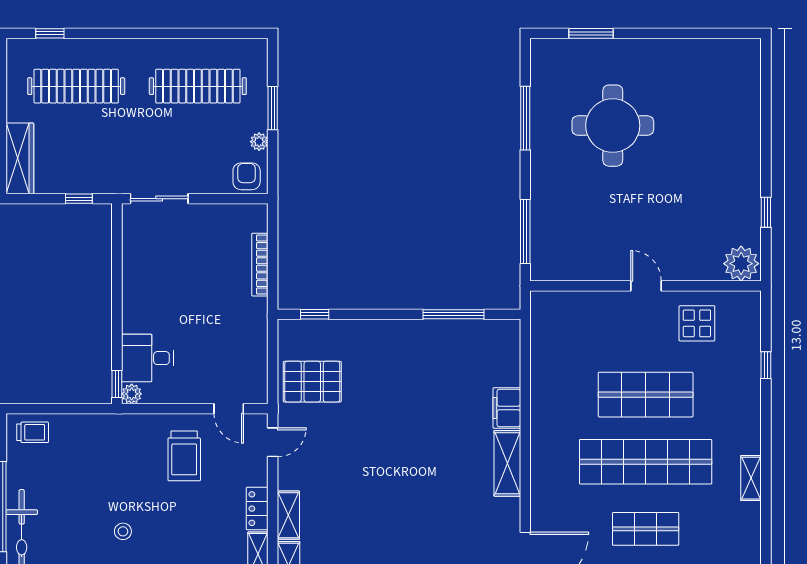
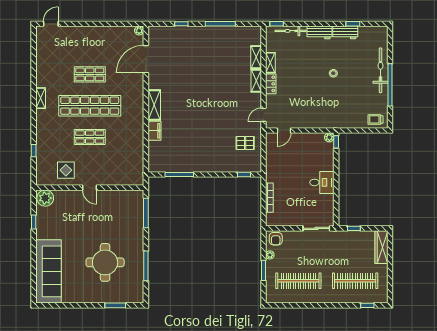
sofa: (734, 106) -> (48, 271), added
desk: (148, 358) -> (322, 182), moved
pallet: (312, 382) -> (245, 143), width x0.67, depth x0.71
shop shelf: (646, 395) -> (90, 137), width x0.70, depth x0.74
door: (229, 409) -> (284, 130), swing flipped
trolley: (184, 456) -> (305, 108), removed

